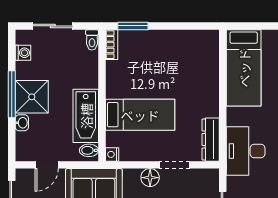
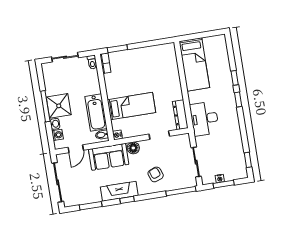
washing machine: (23, 53) -> (58, 135), moved
floor lamp: (150, 178) -> (133, 148), moved

